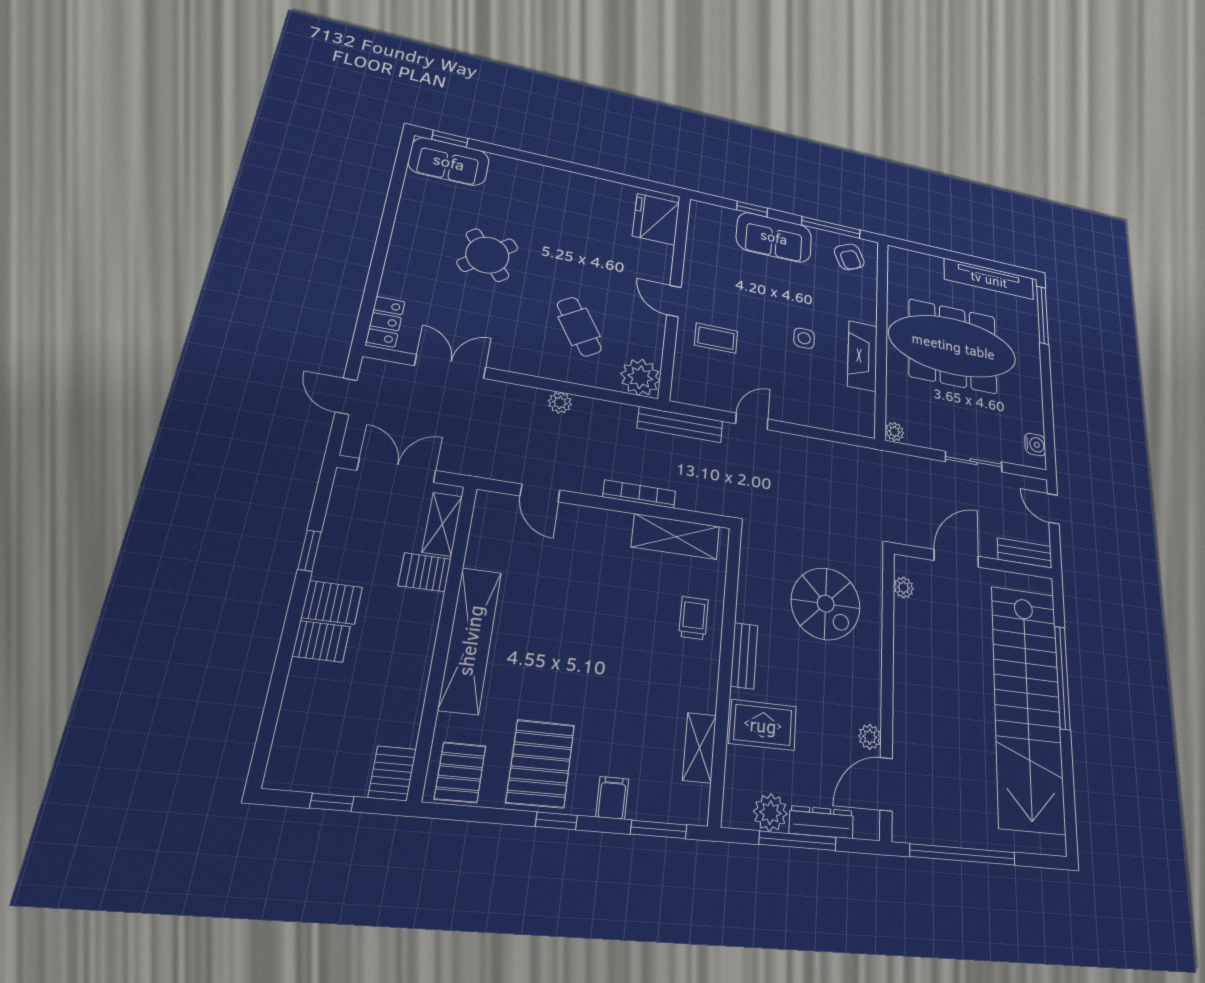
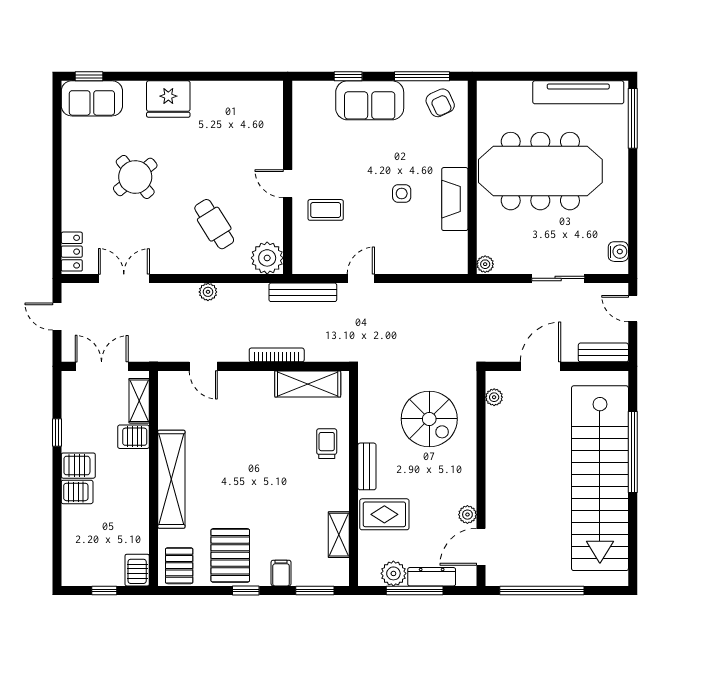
fridge: (656, 219) -> (168, 99), moved, turned -90

